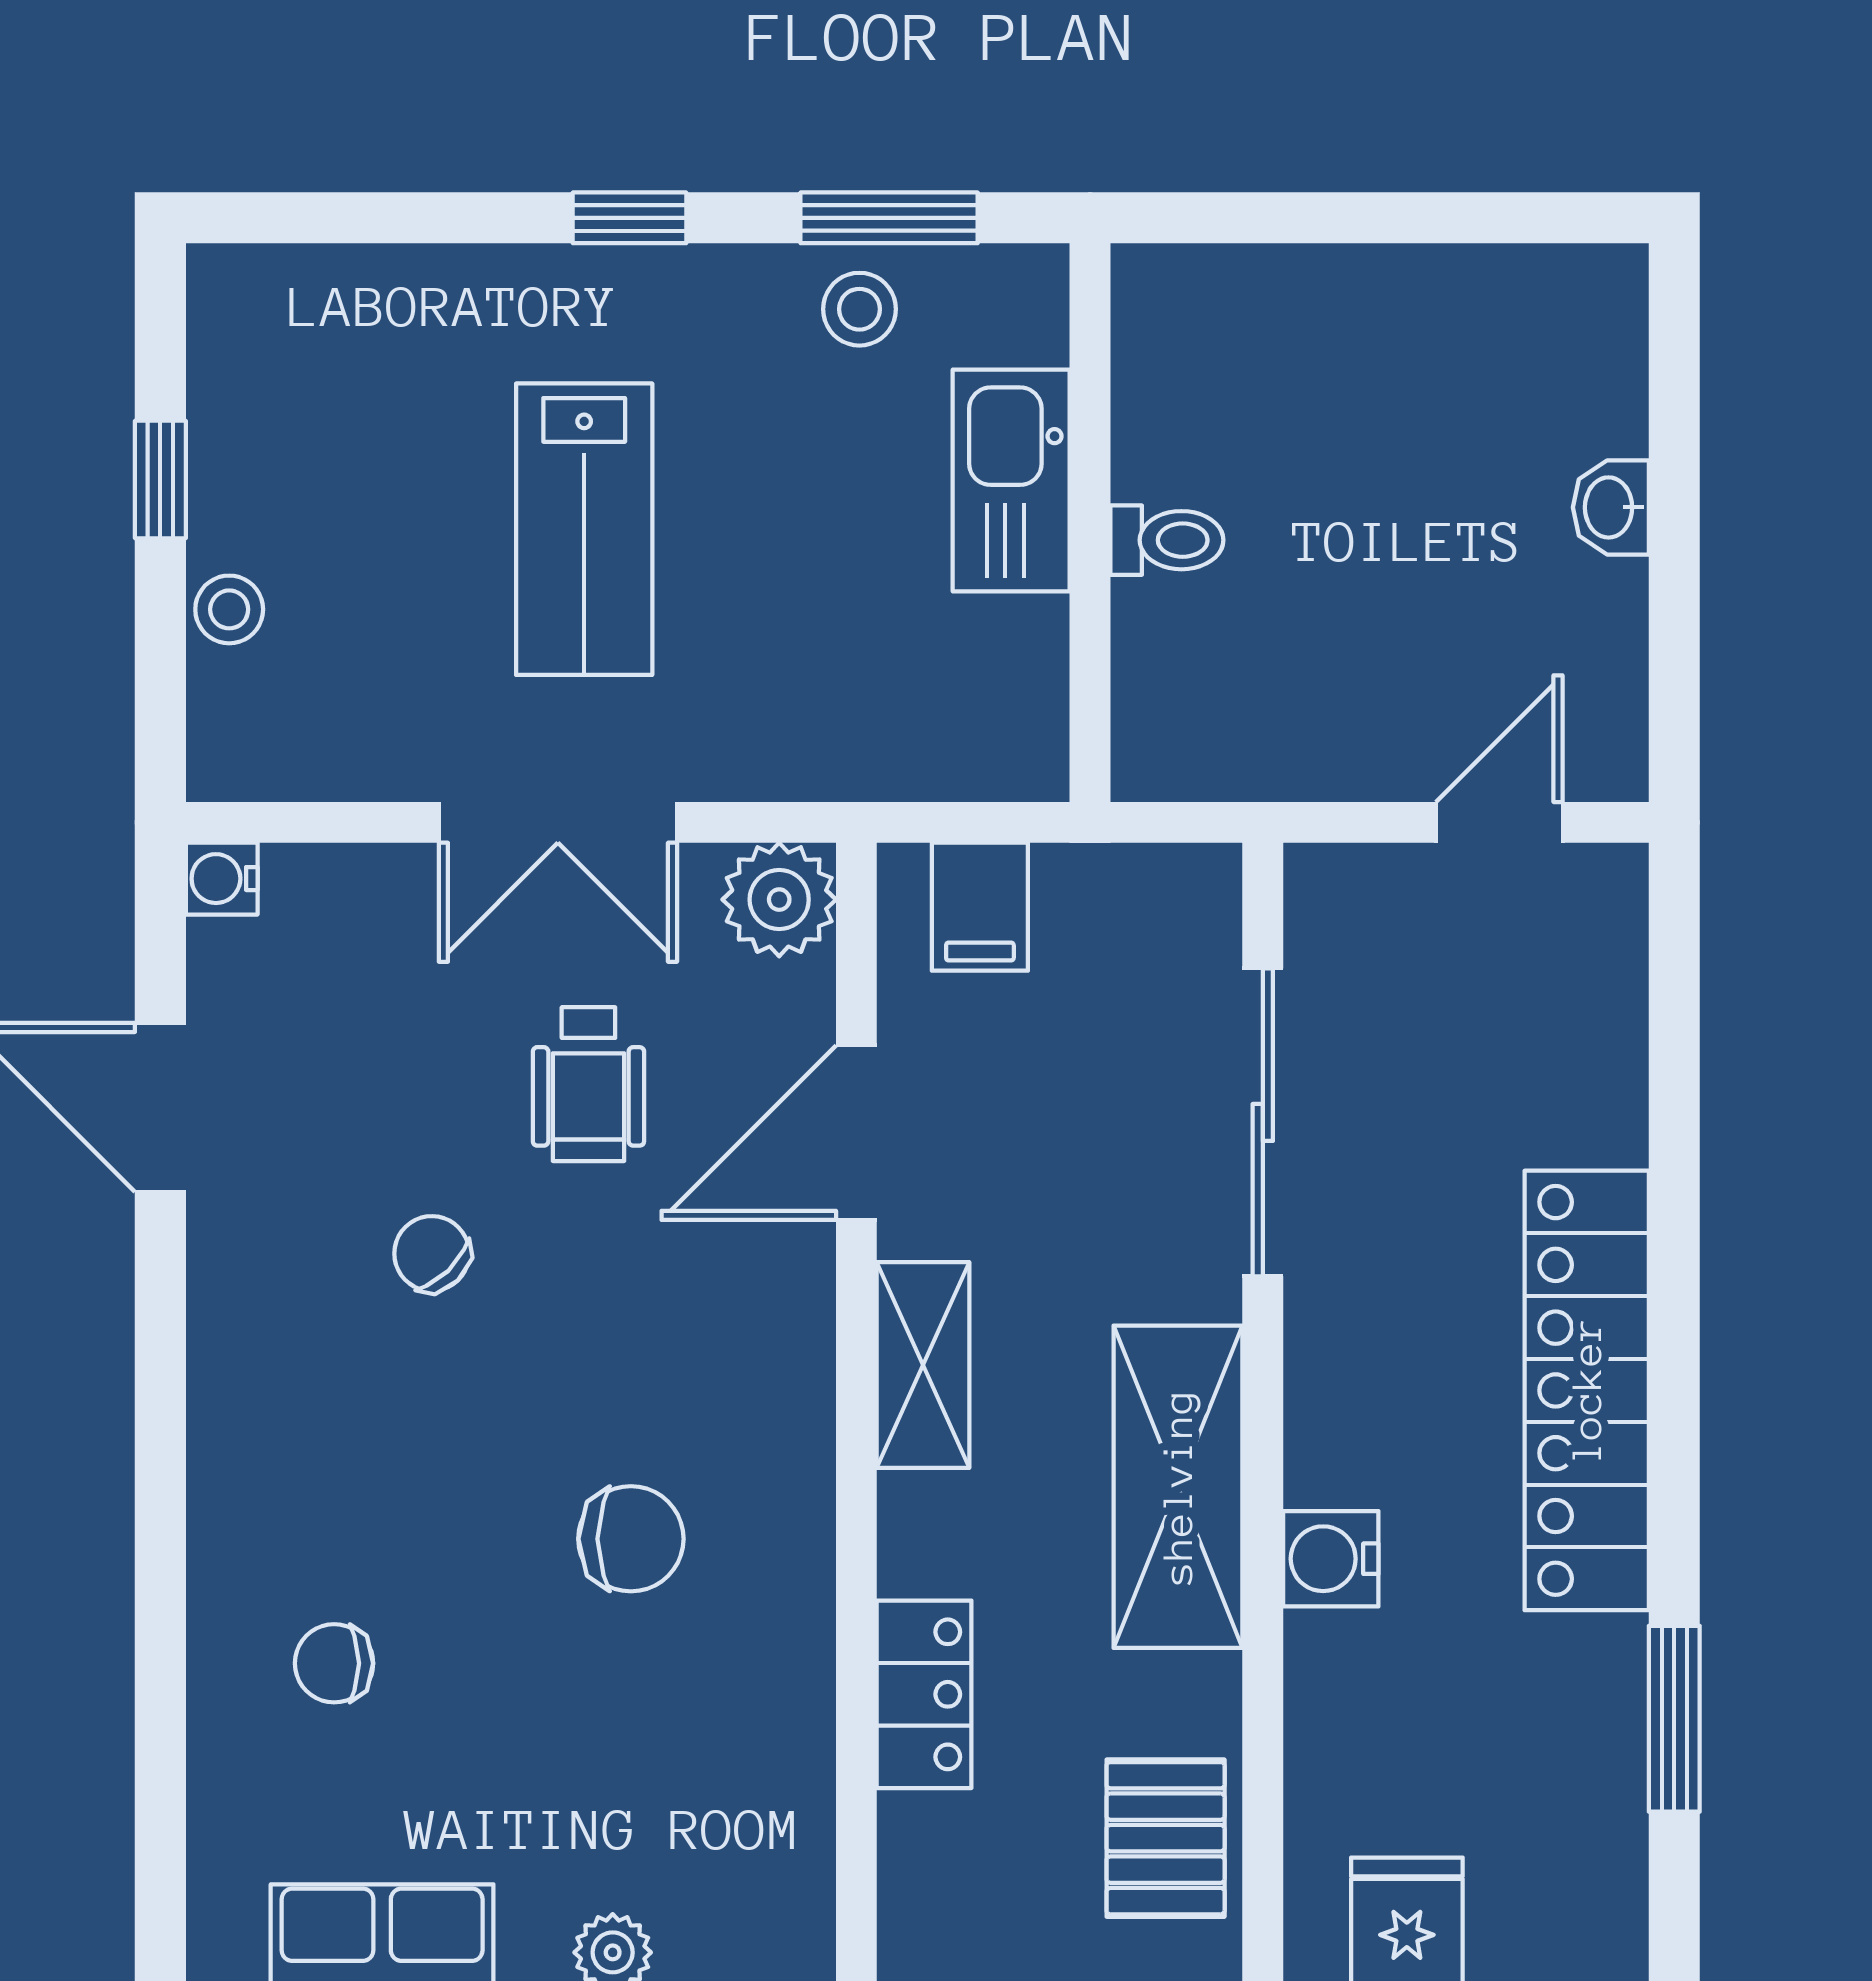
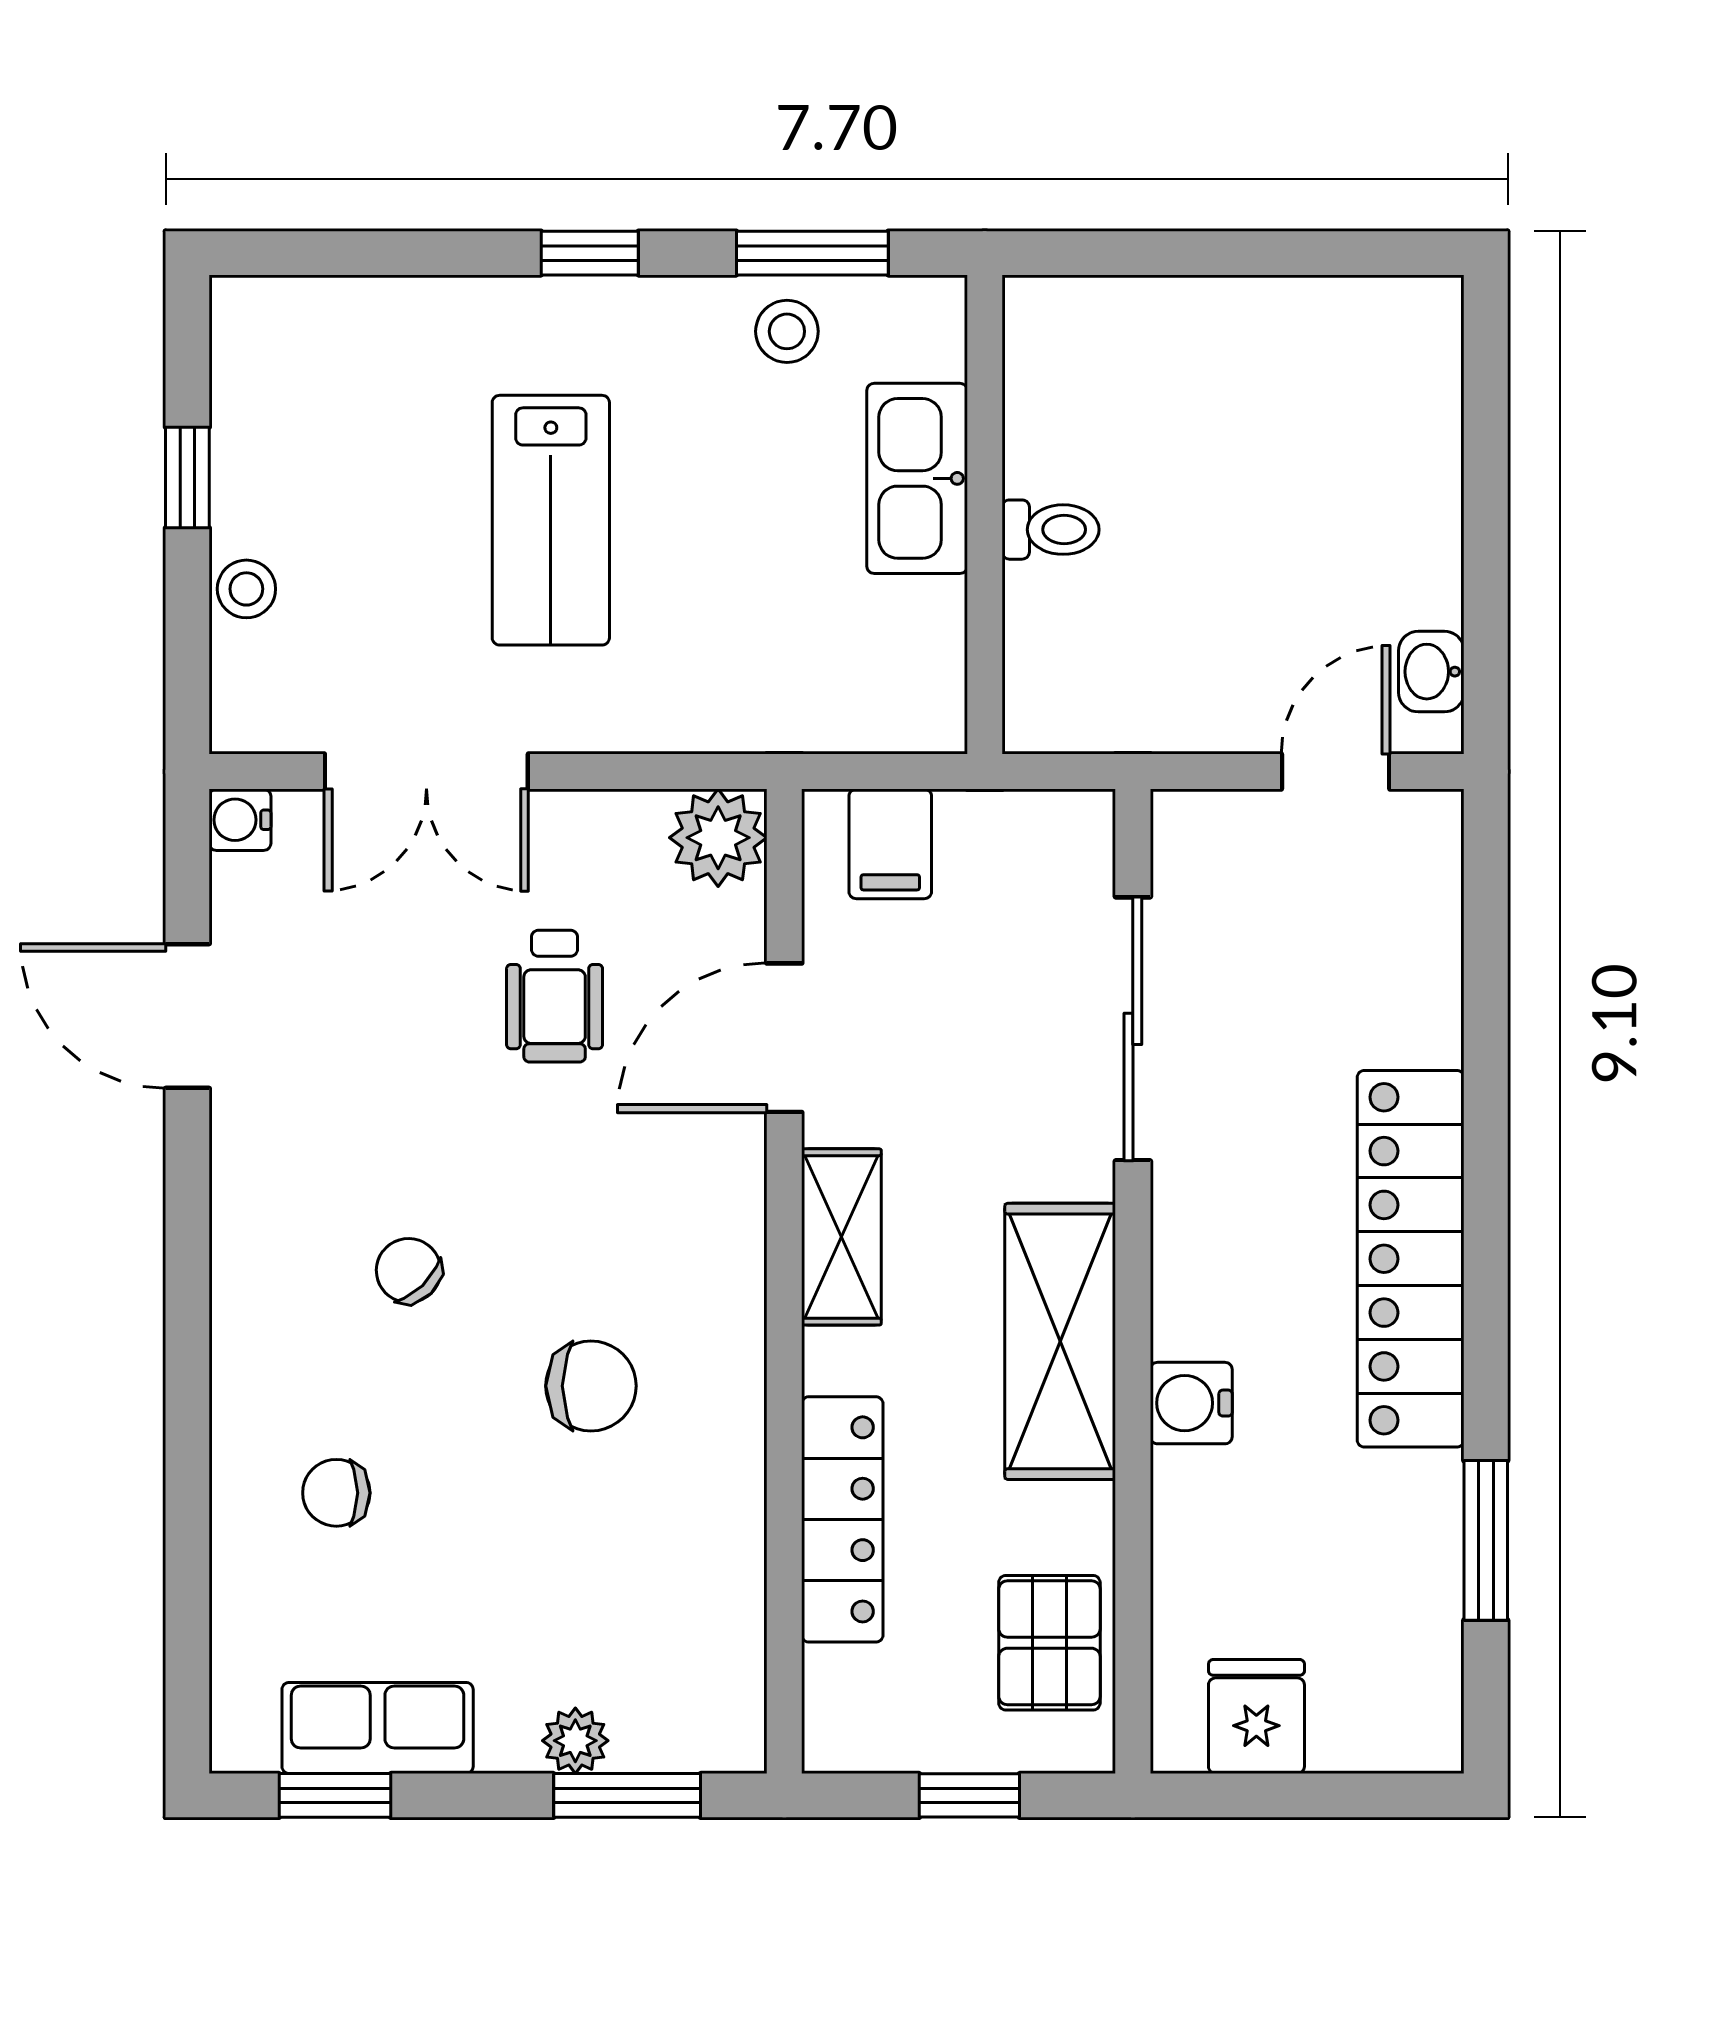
washbasin: (1611, 507) -> (1431, 672), moved
double door: (558, 822) -> (426, 772), moved
chair: (432, 1254) -> (409, 1271), moved
locker: (924, 1694) -> (842, 1519), width x1.53

